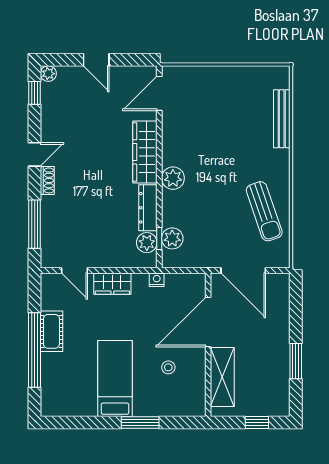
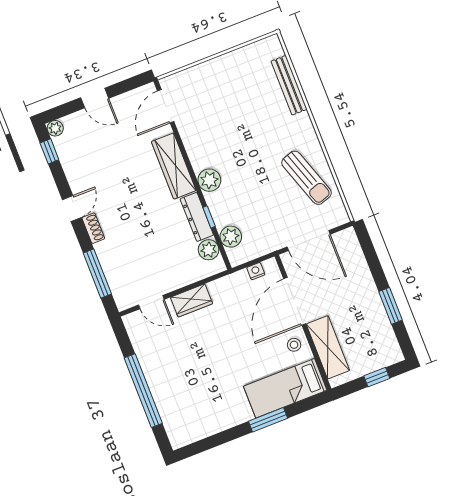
window: (159, 238) -> (209, 217), moved
nightstand: (157, 280) -> (256, 271), moved
cot: (51, 331) -> (152, 367), removed
stool: (168, 367) -> (294, 345), moved
bed: (115, 379) -> (285, 388), moved, turned -90

